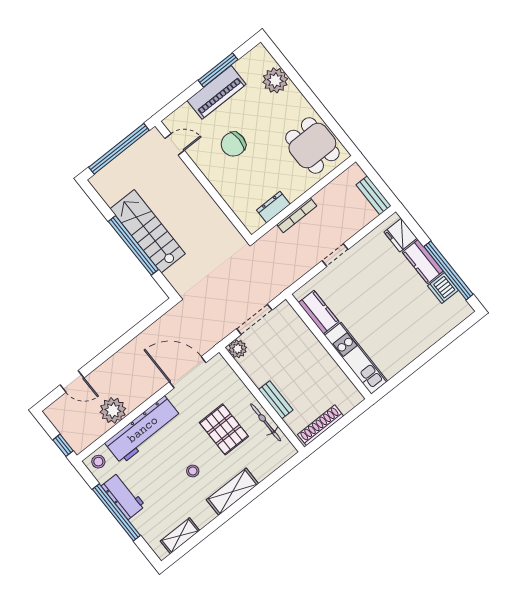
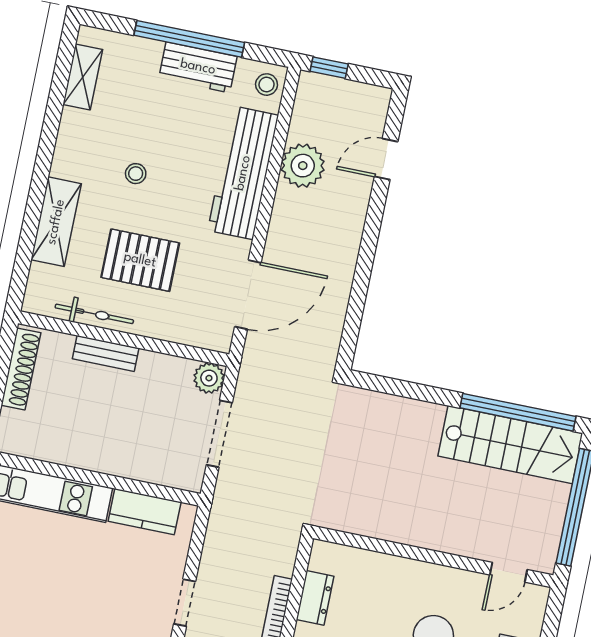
stairs: (148, 231) -> (510, 445), moved
window: (133, 245) -> (518, 412), moved
shelving: (232, 492) -> (56, 222), moved

